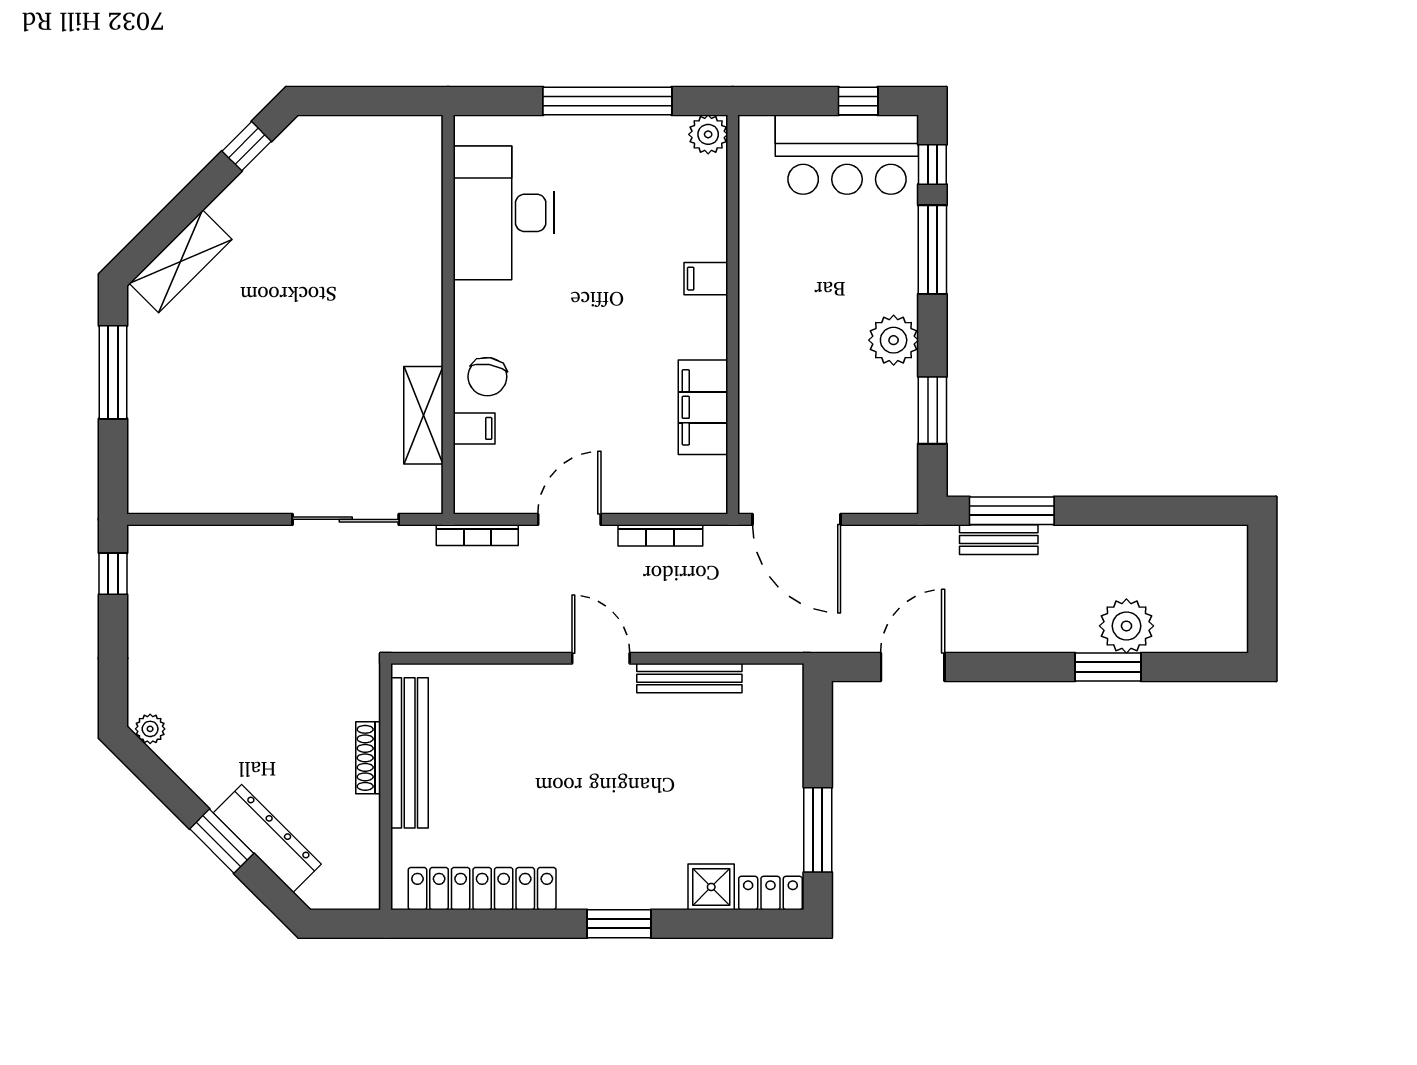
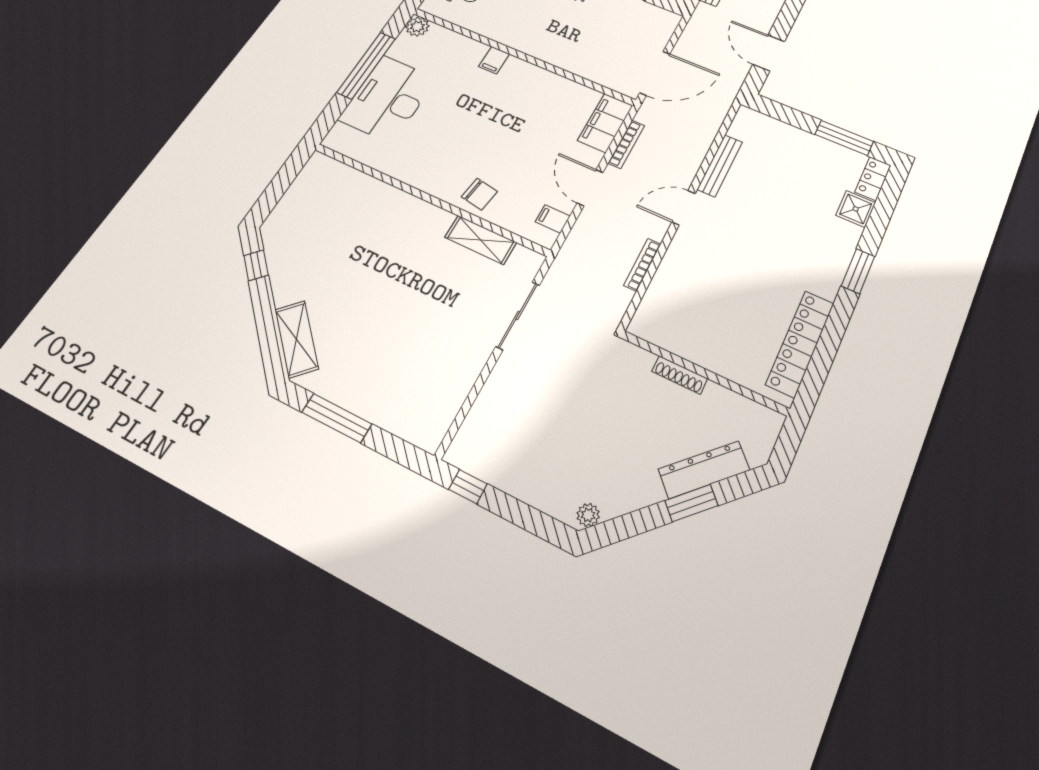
desk: (504, 213) -> (388, 99), moved, turned 90
filing cabinet: (703, 407) -> (605, 123), moved, turned 90
filing cabinet: (474, 428) -> (553, 219), moved, turned -90
bookcase: (477, 535) -> (642, 265), moved, turned 180
bench: (410, 753) -> (689, 347), removed

